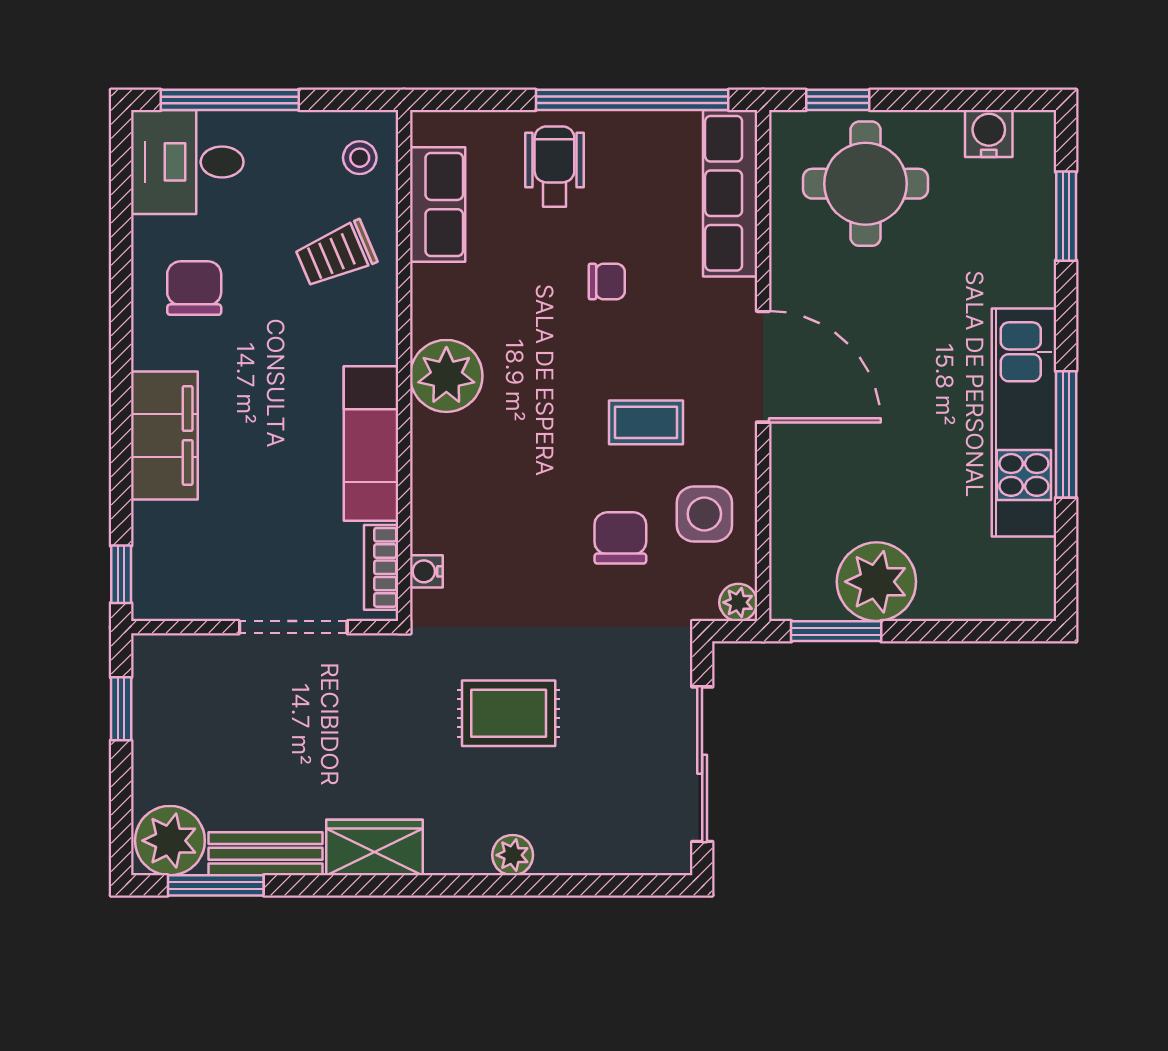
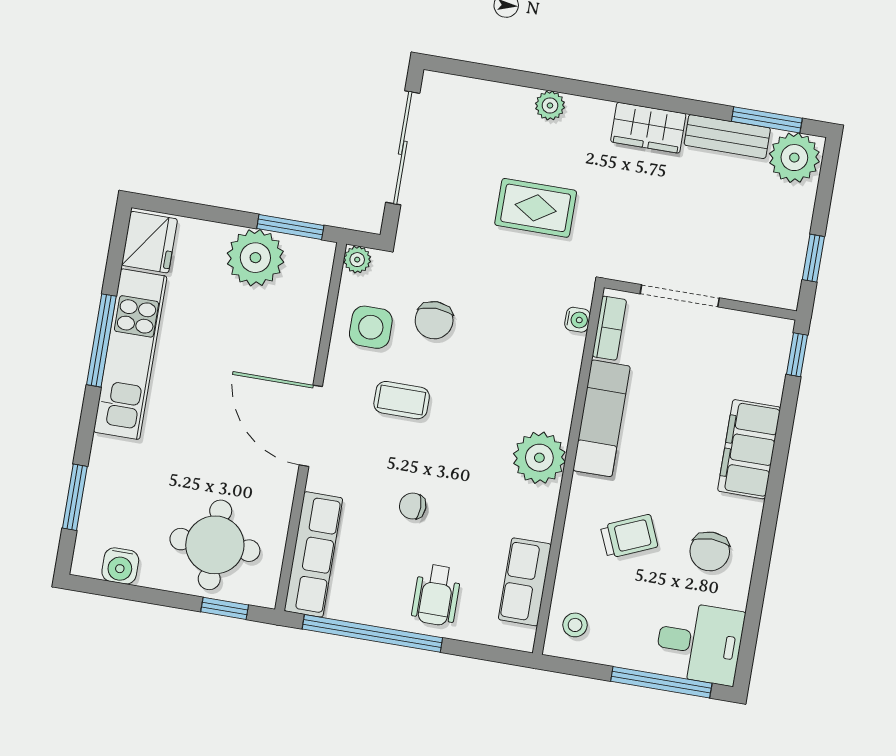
trolley: (336, 254) -> (629, 536), moved
fridge: (1023, 578) -> (149, 242), added

